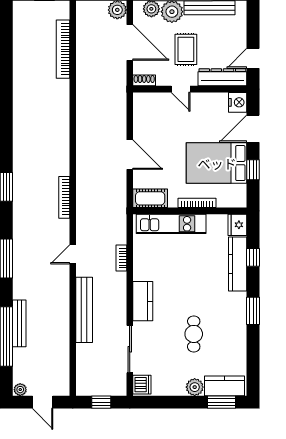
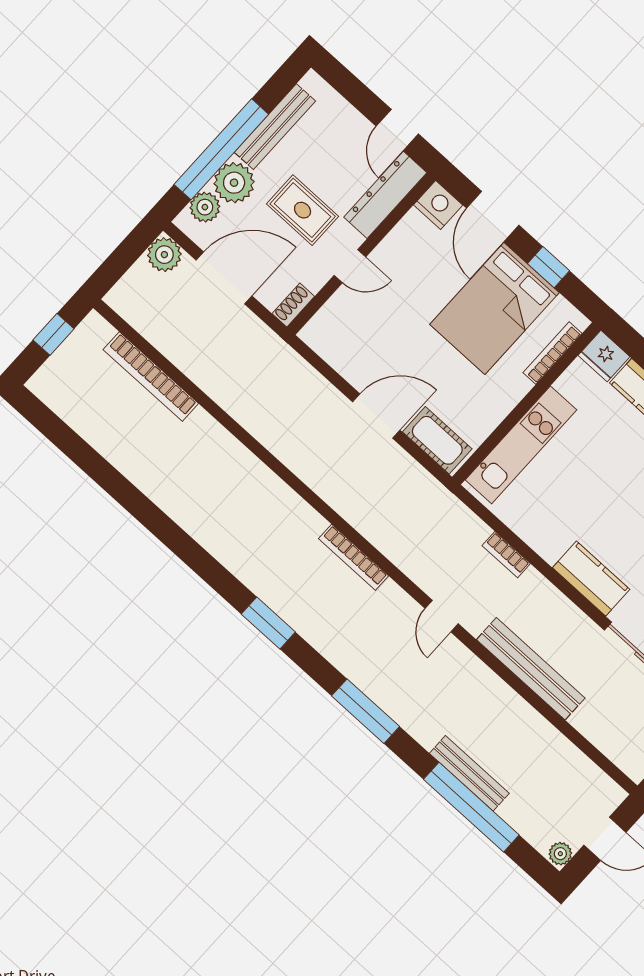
cot: (150, 198) -> (437, 440), moved, turned 90
bookcase: (197, 203) -> (553, 353), moved

